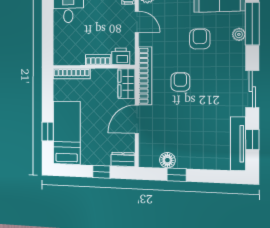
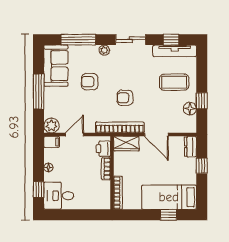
plant: (239, 34) -> (104, 50), moved
coffee table: (199, 142) -> (174, 82), added

